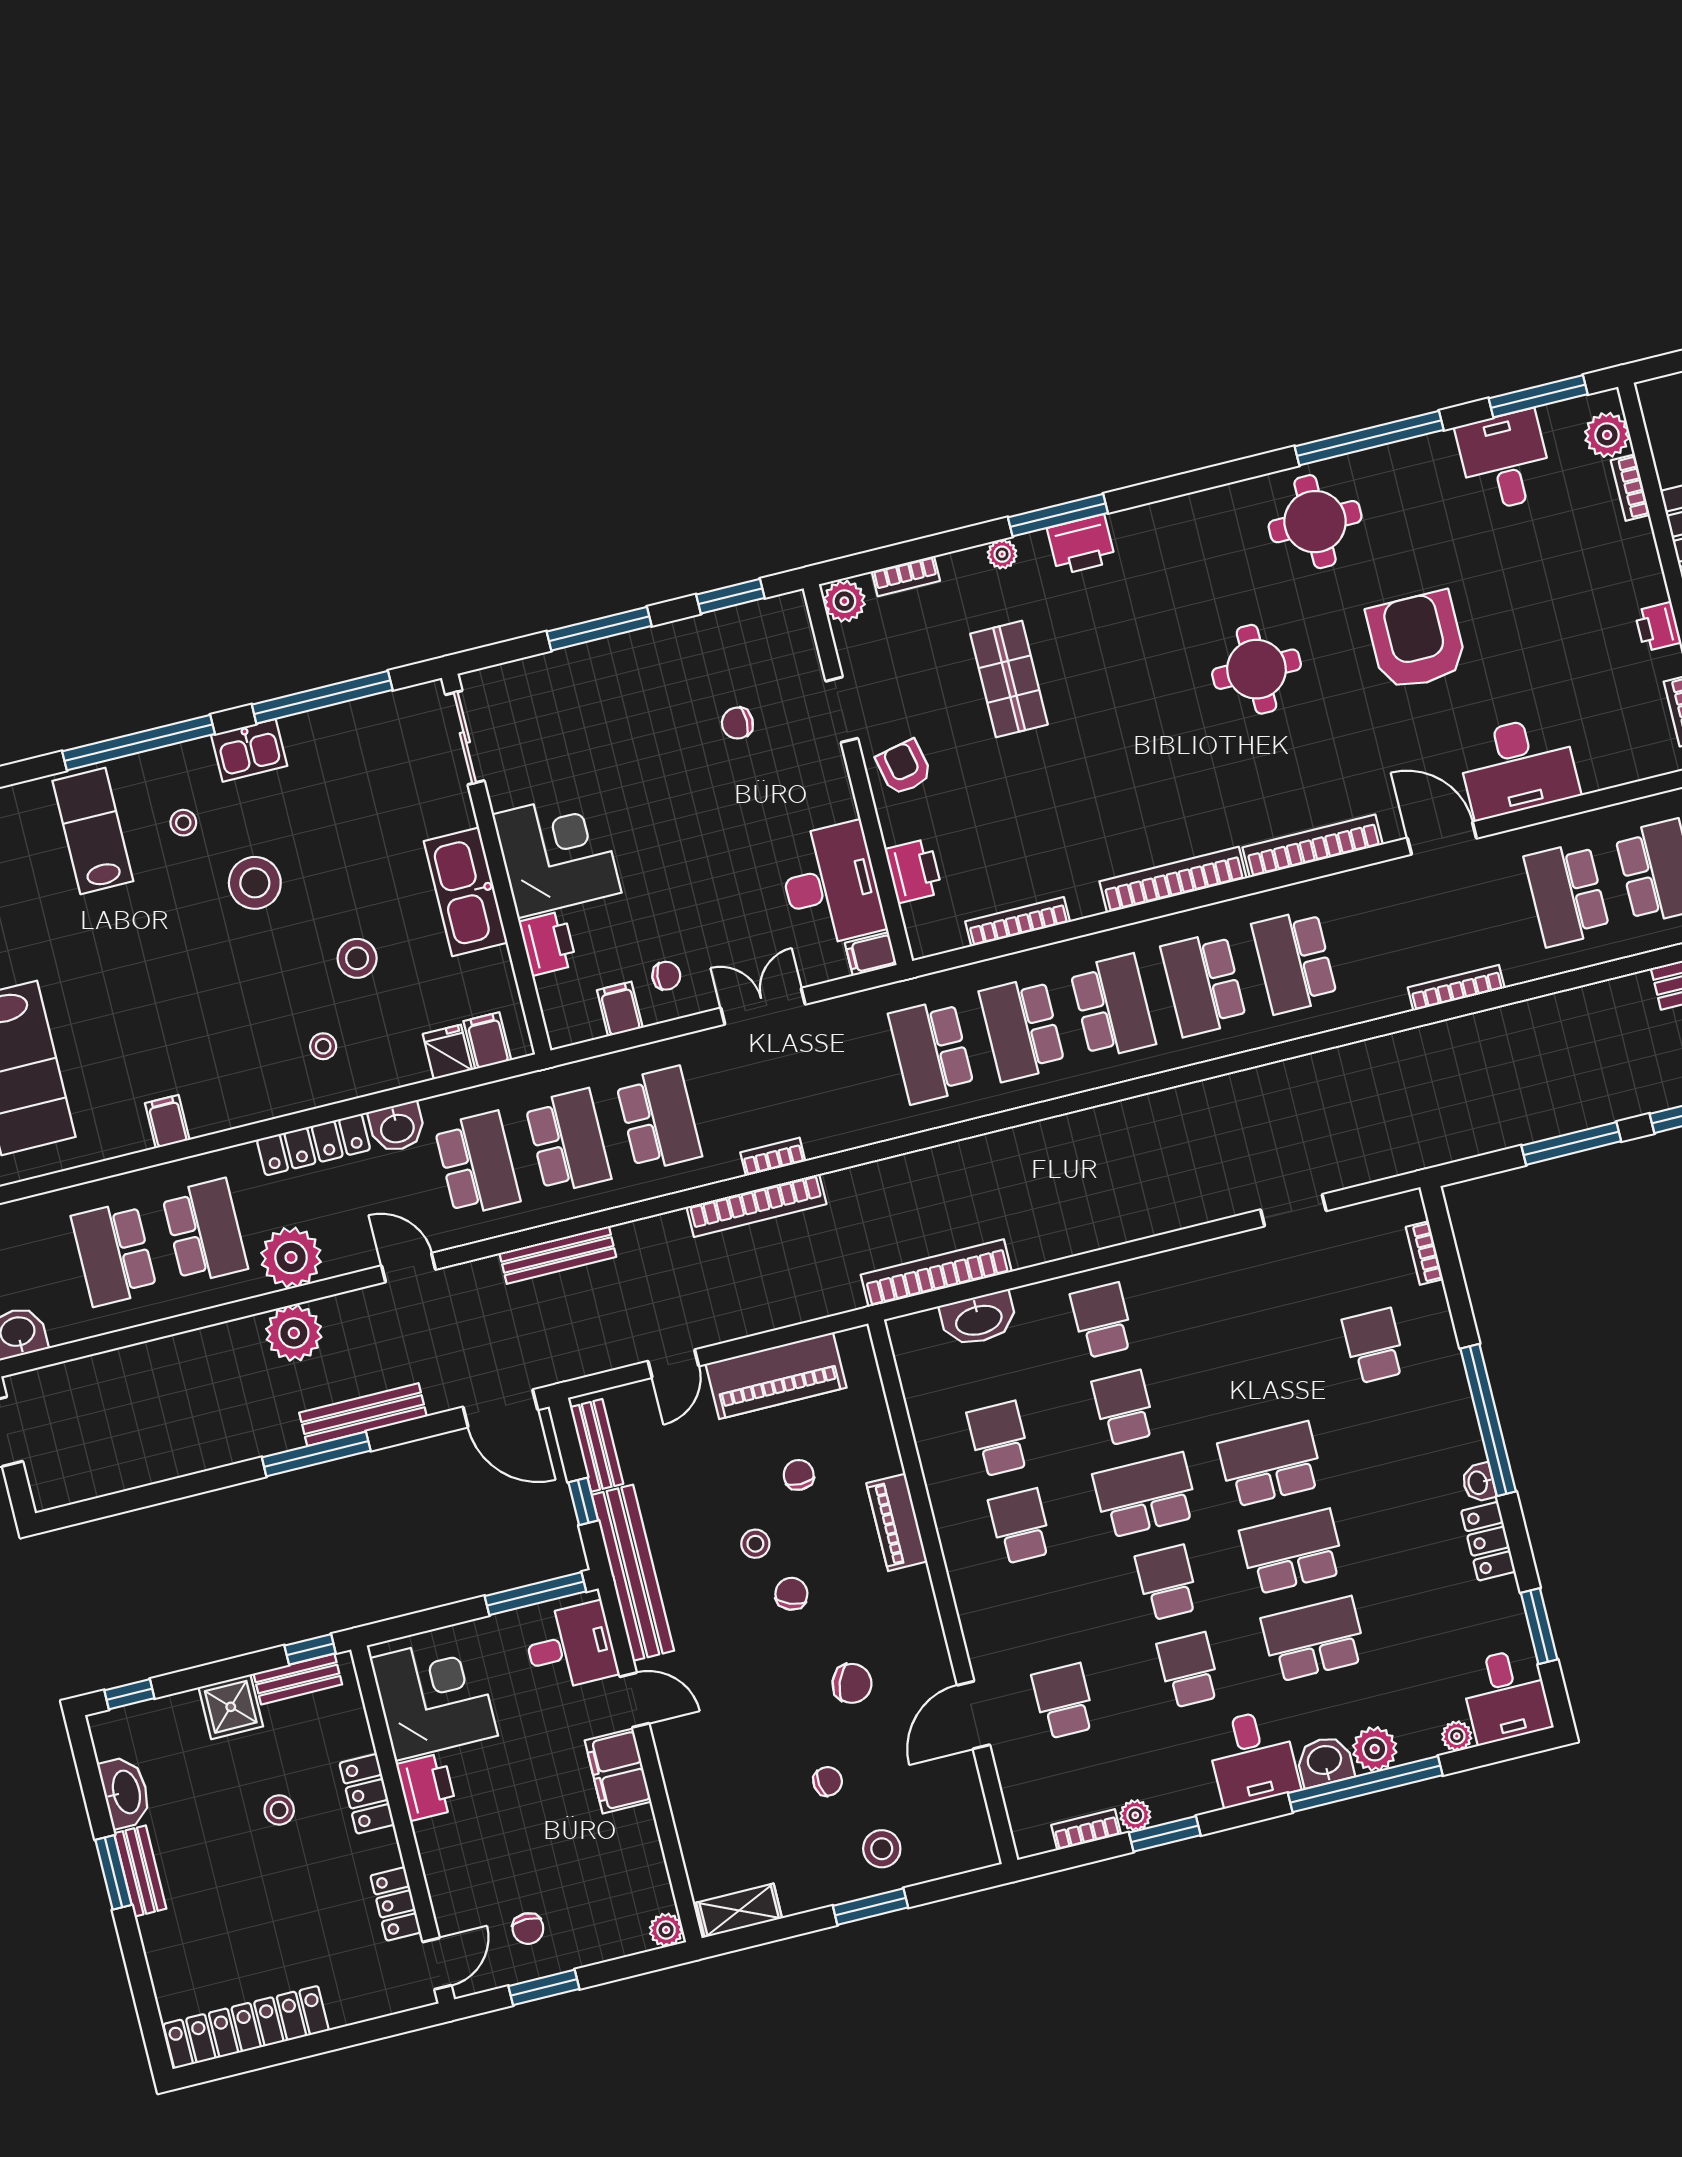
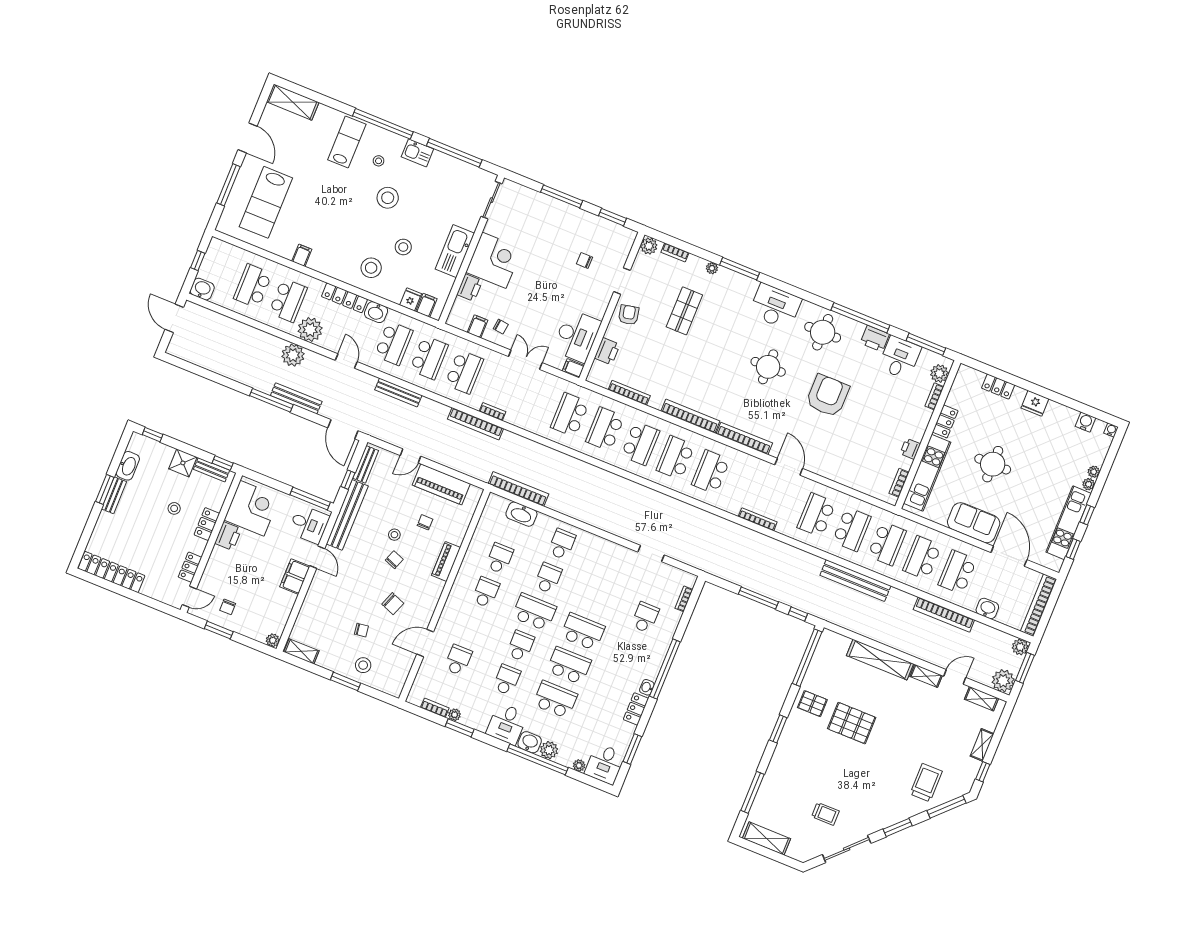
printer: (1081, 545) -> (875, 339), moved
desk: (1518, 767) -> (775, 306), moved, turned 180
stool: (323, 1046) -> (371, 268), width x1.89, depth x1.89

